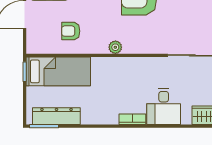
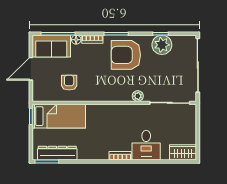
armchair: (71, 31) -> (69, 83), turned 90
plant: (115, 47) -> (138, 96), moved

